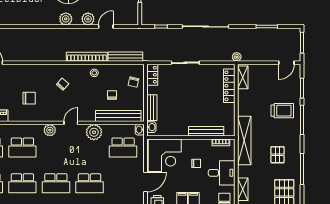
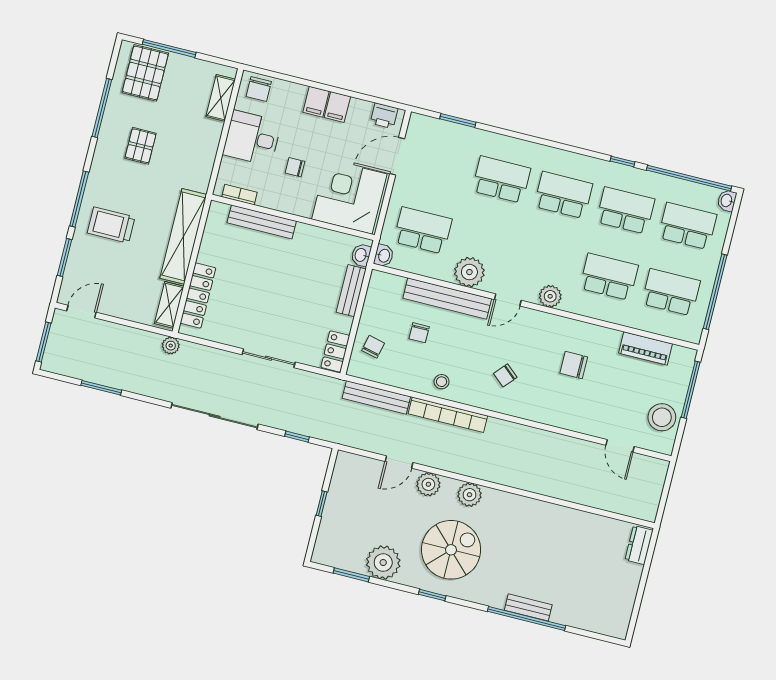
bench: (118, 116) -> (447, 299), moved
shelving: (244, 140) -> (183, 236), moved

